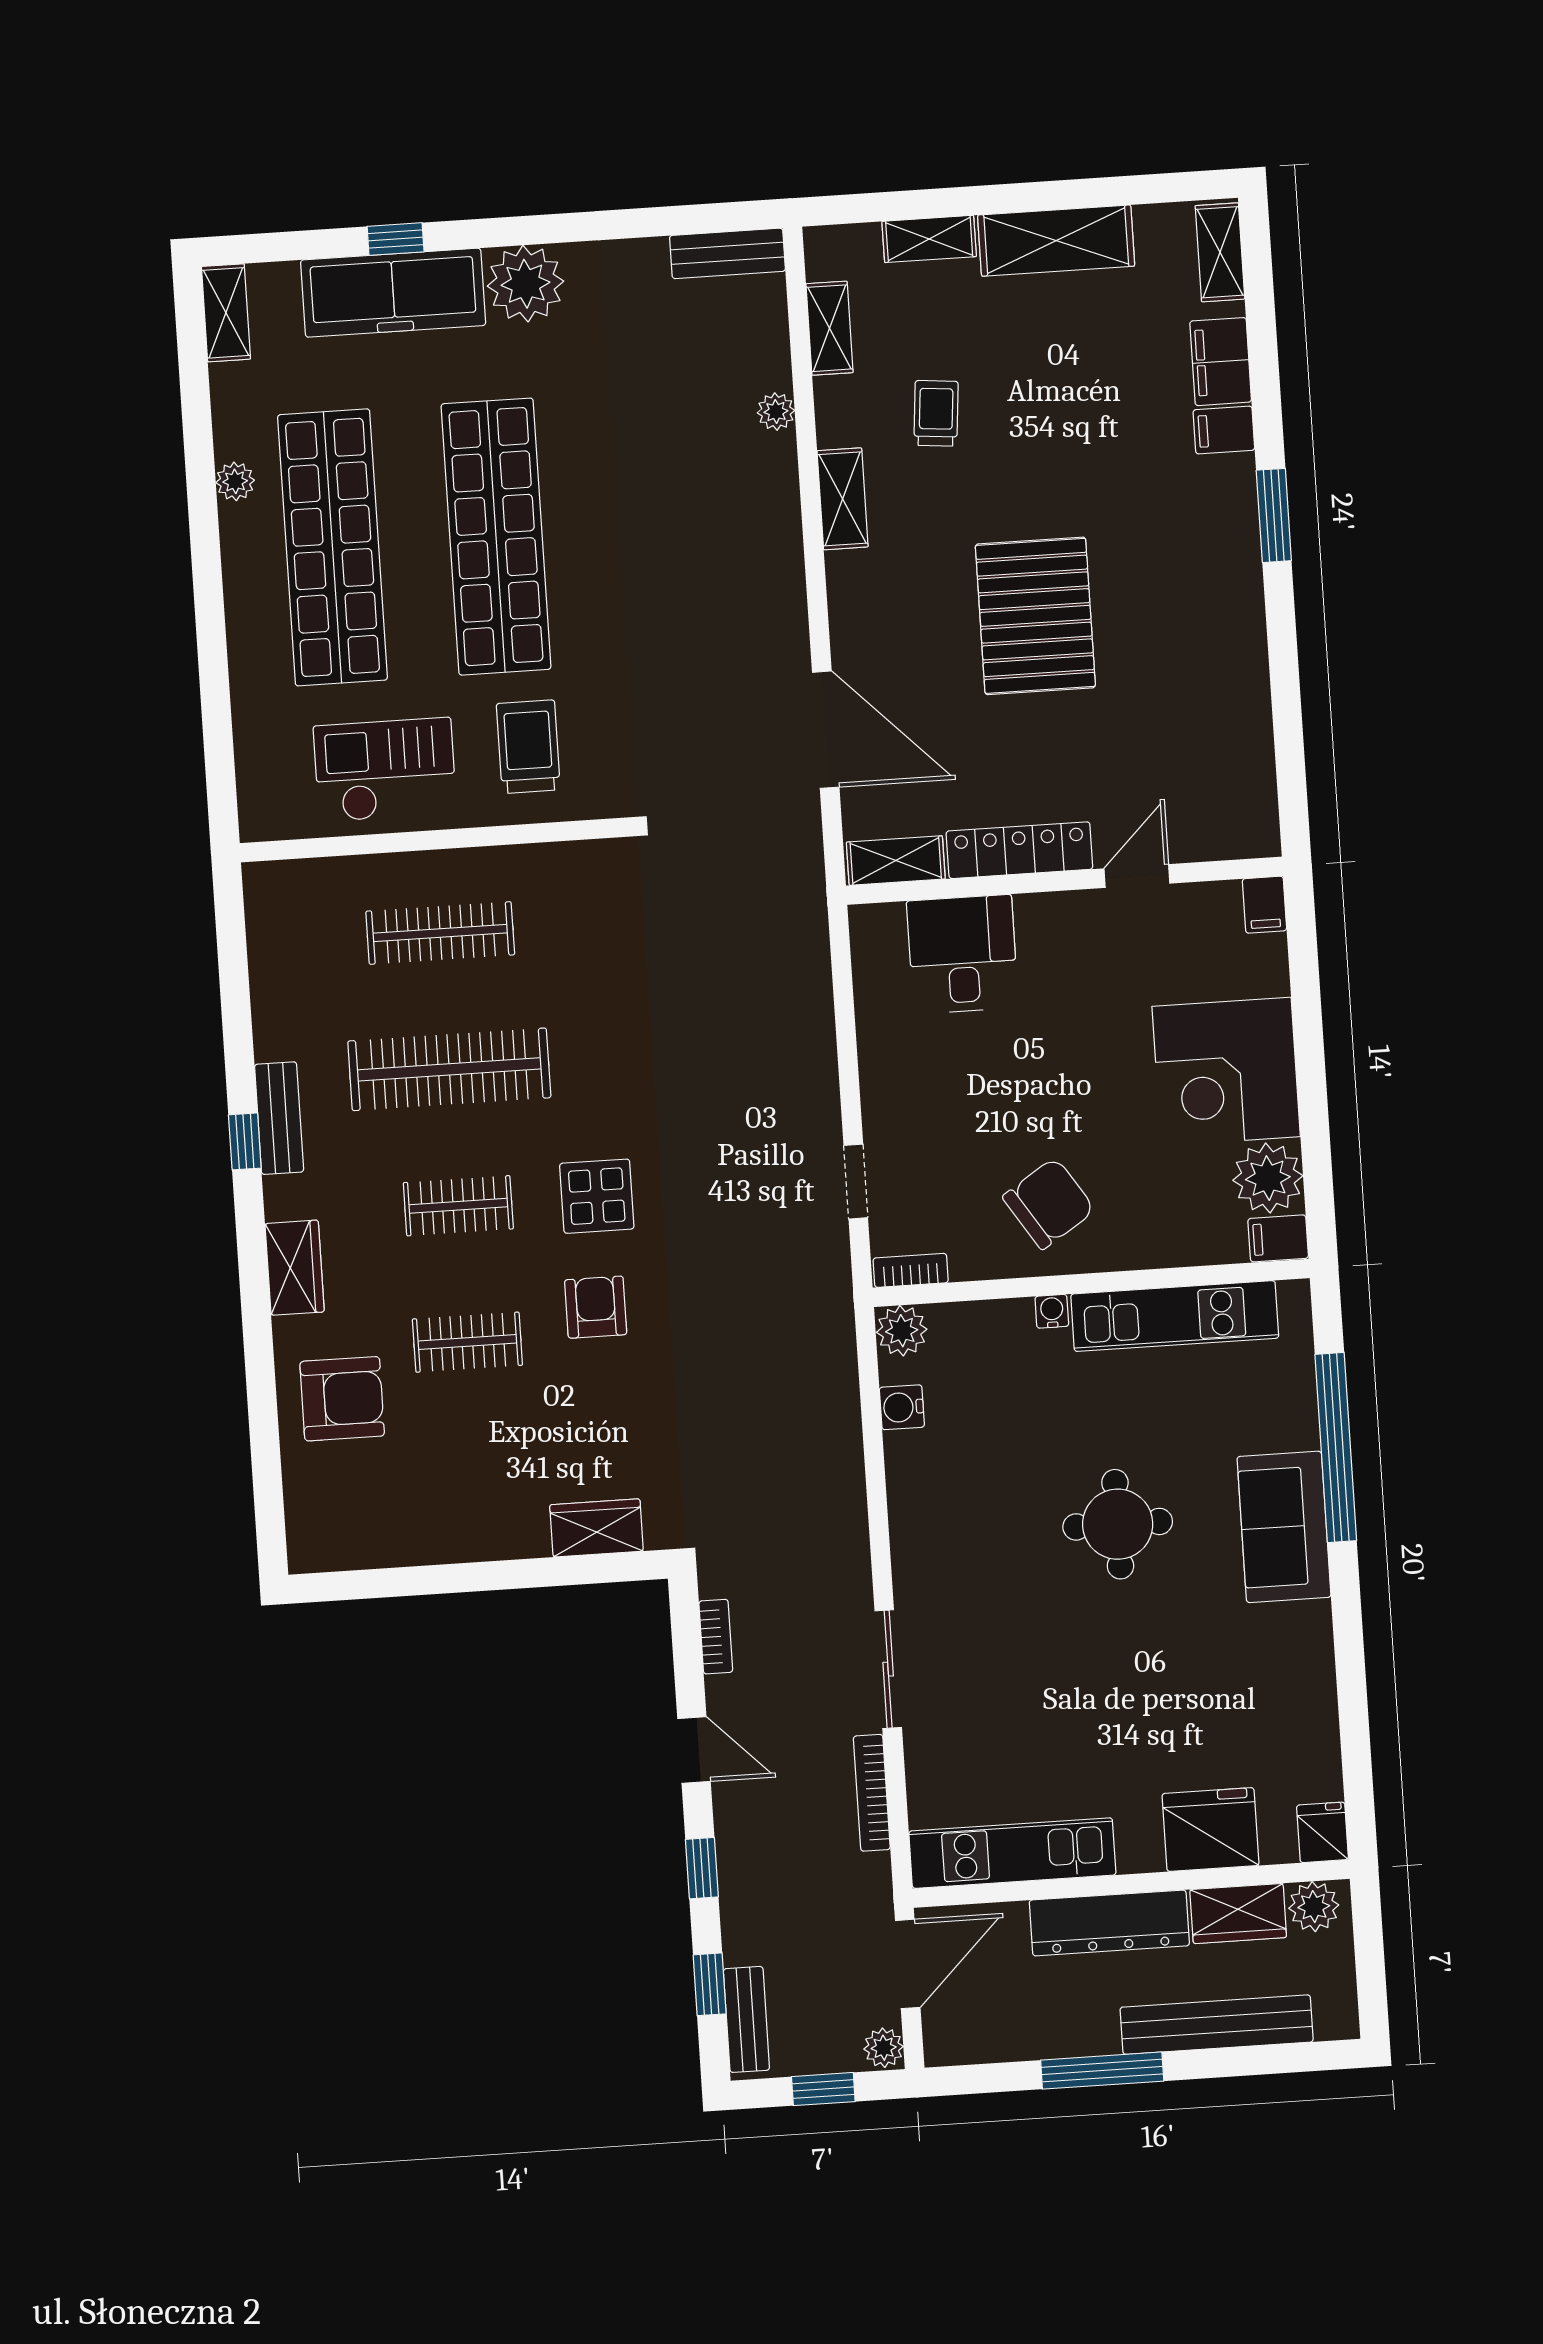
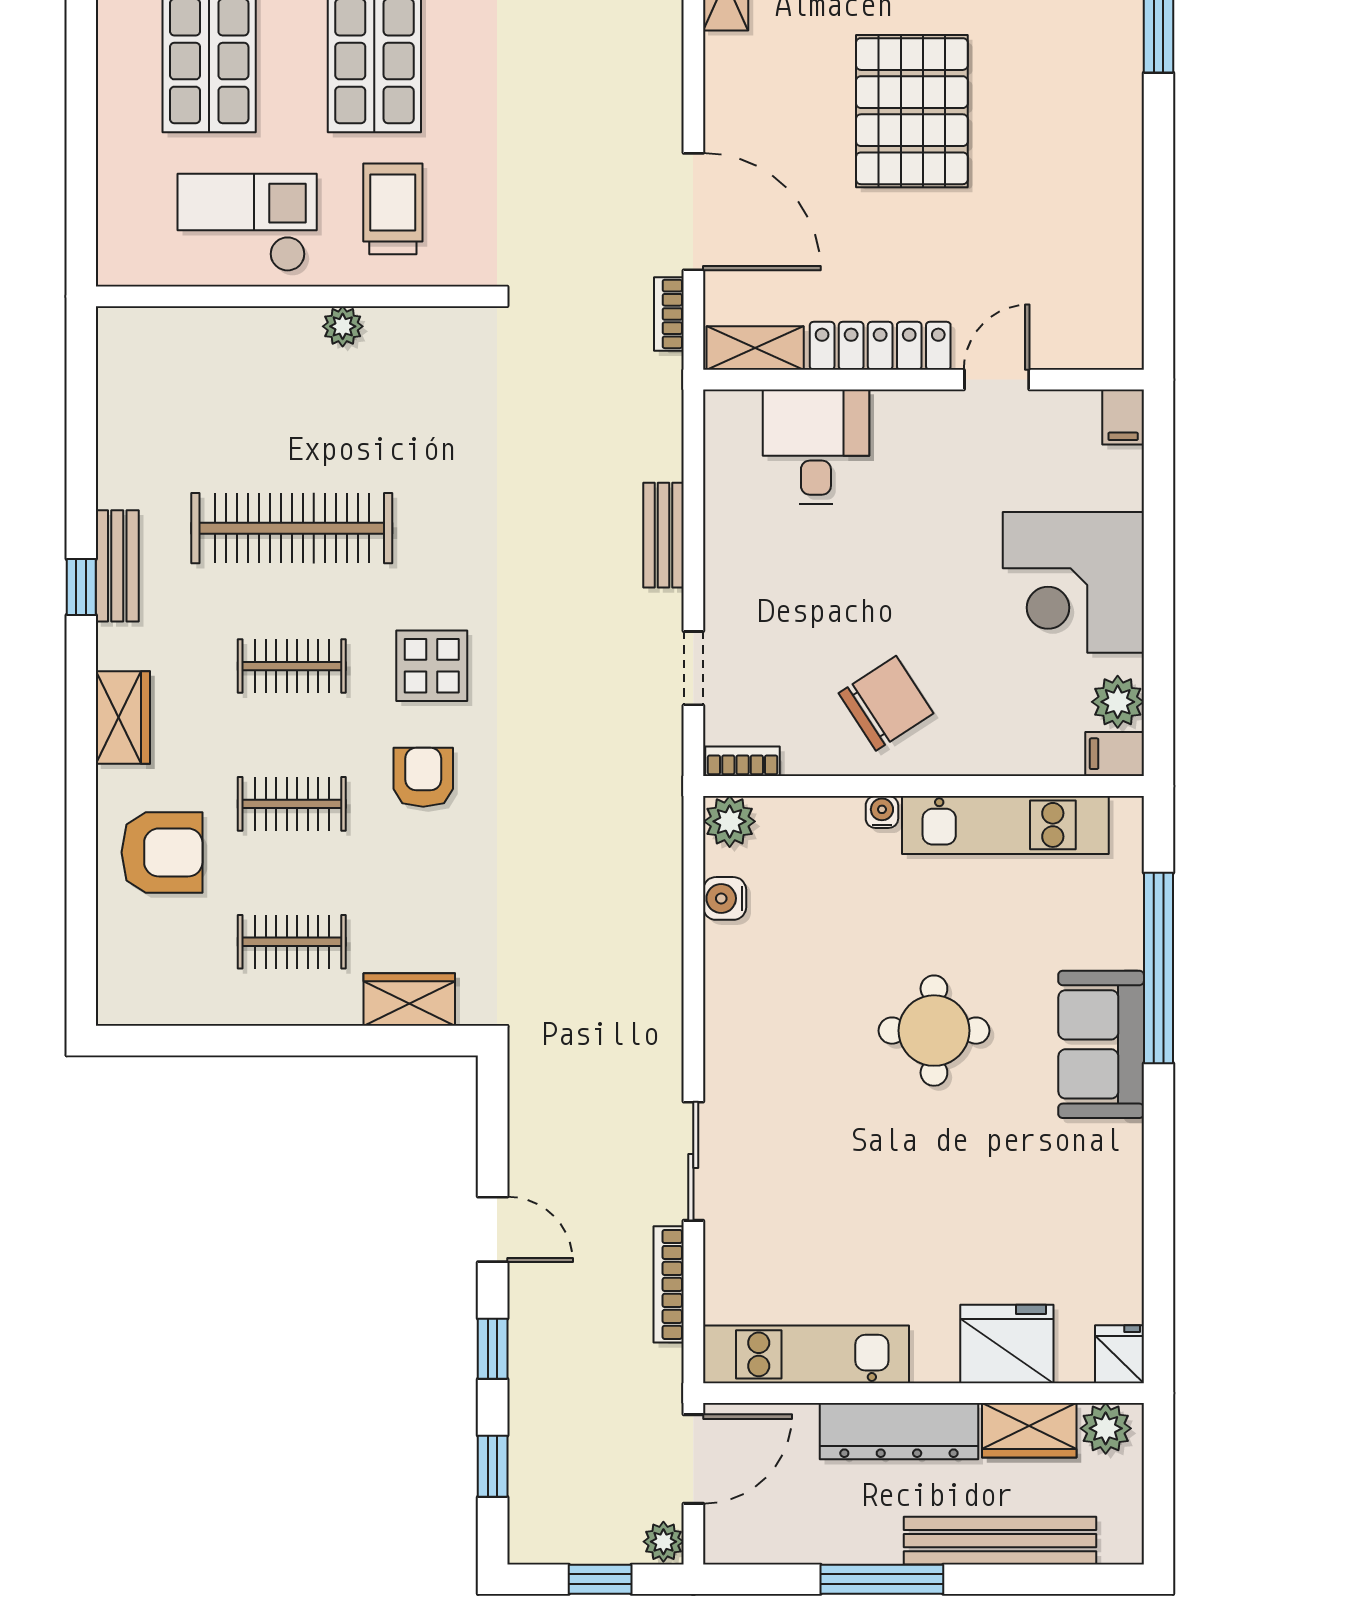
plant: (486, 866) -> (343, 326), added
clothes rail: (440, 933) -> (292, 942), moved, width x0.73
plant: (1268, 1178) -> (1118, 702), width x0.73, depth x0.73
bookcase: (716, 1637) -> (669, 314), moved, turned 180
bench: (746, 2019) -> (664, 535), moved

